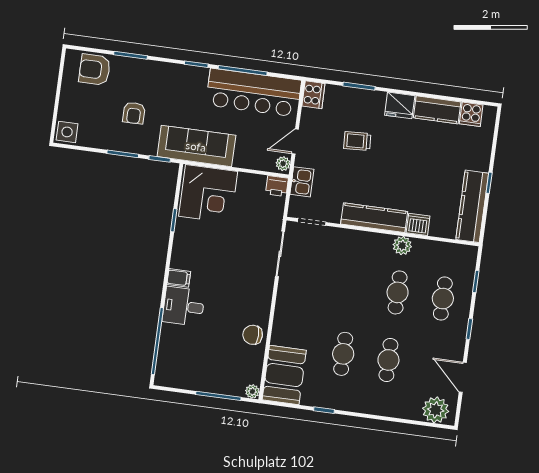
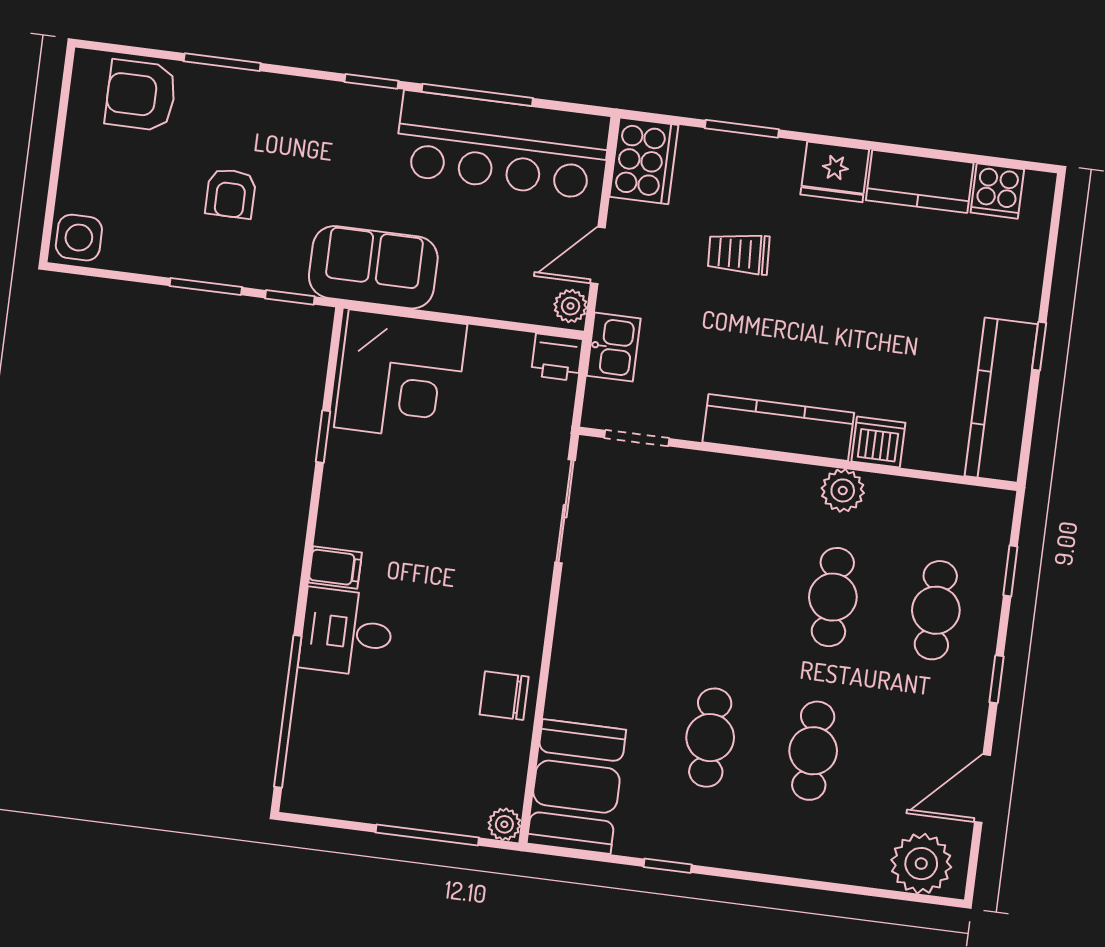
cooker: (313, 95) -> (644, 161), width x1.37, depth x1.31
sofa: (196, 146) -> (373, 267), width x0.73
door: (463, 377) -> (982, 789), hinge flipped

